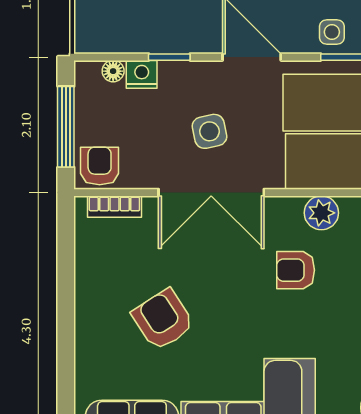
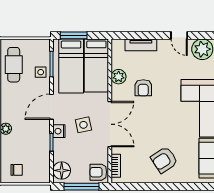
floor lamp: (113, 71) -> (62, 170), width x1.89, depth x1.89
nightstand: (142, 74) -> (59, 131), moved
armchair: (163, 320) -> (164, 160), moved

